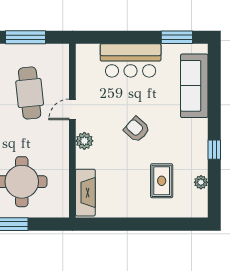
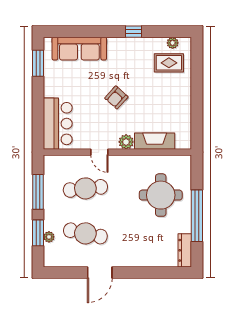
bar counter: (131, 60) -> (58, 124), moved
rug: (162, 181) -> (169, 63), moved
plant: (201, 182) -> (173, 43), moved
fireplace: (85, 193) -> (155, 141), moved

